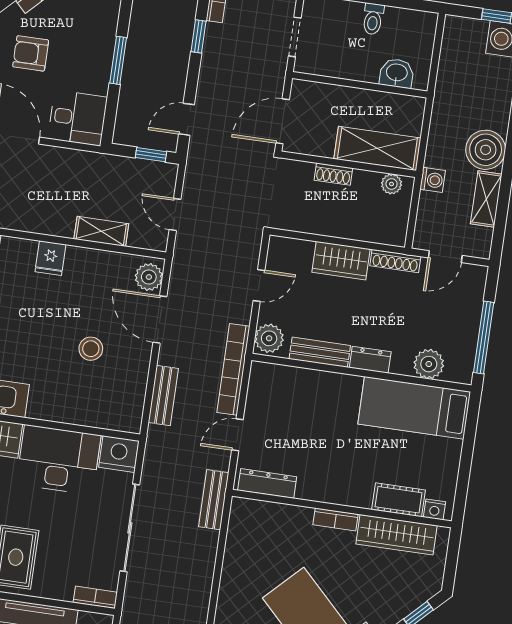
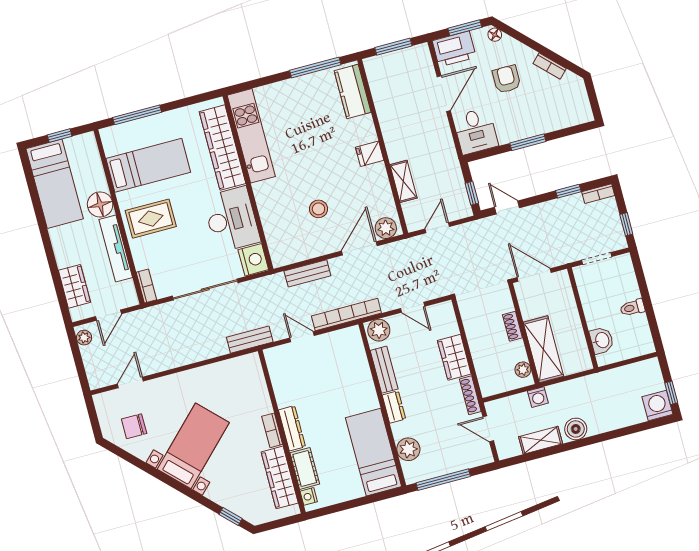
boiler: (486, 150) -> (576, 429), width x0.73, depth x0.73
dresser: (267, 483) -> (292, 428), moved

